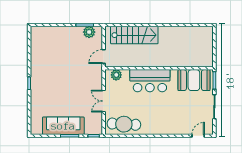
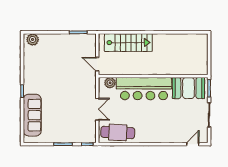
plant: (89, 32) -> (33, 40), moved
door: (104, 57) -> (97, 64), hinge flipped
bar counter: (150, 81) -> (144, 89), width x1.36
double door: (104, 101) -> (97, 109), swing flipped
sofa: (63, 126) -> (32, 115), moved, turned 90

